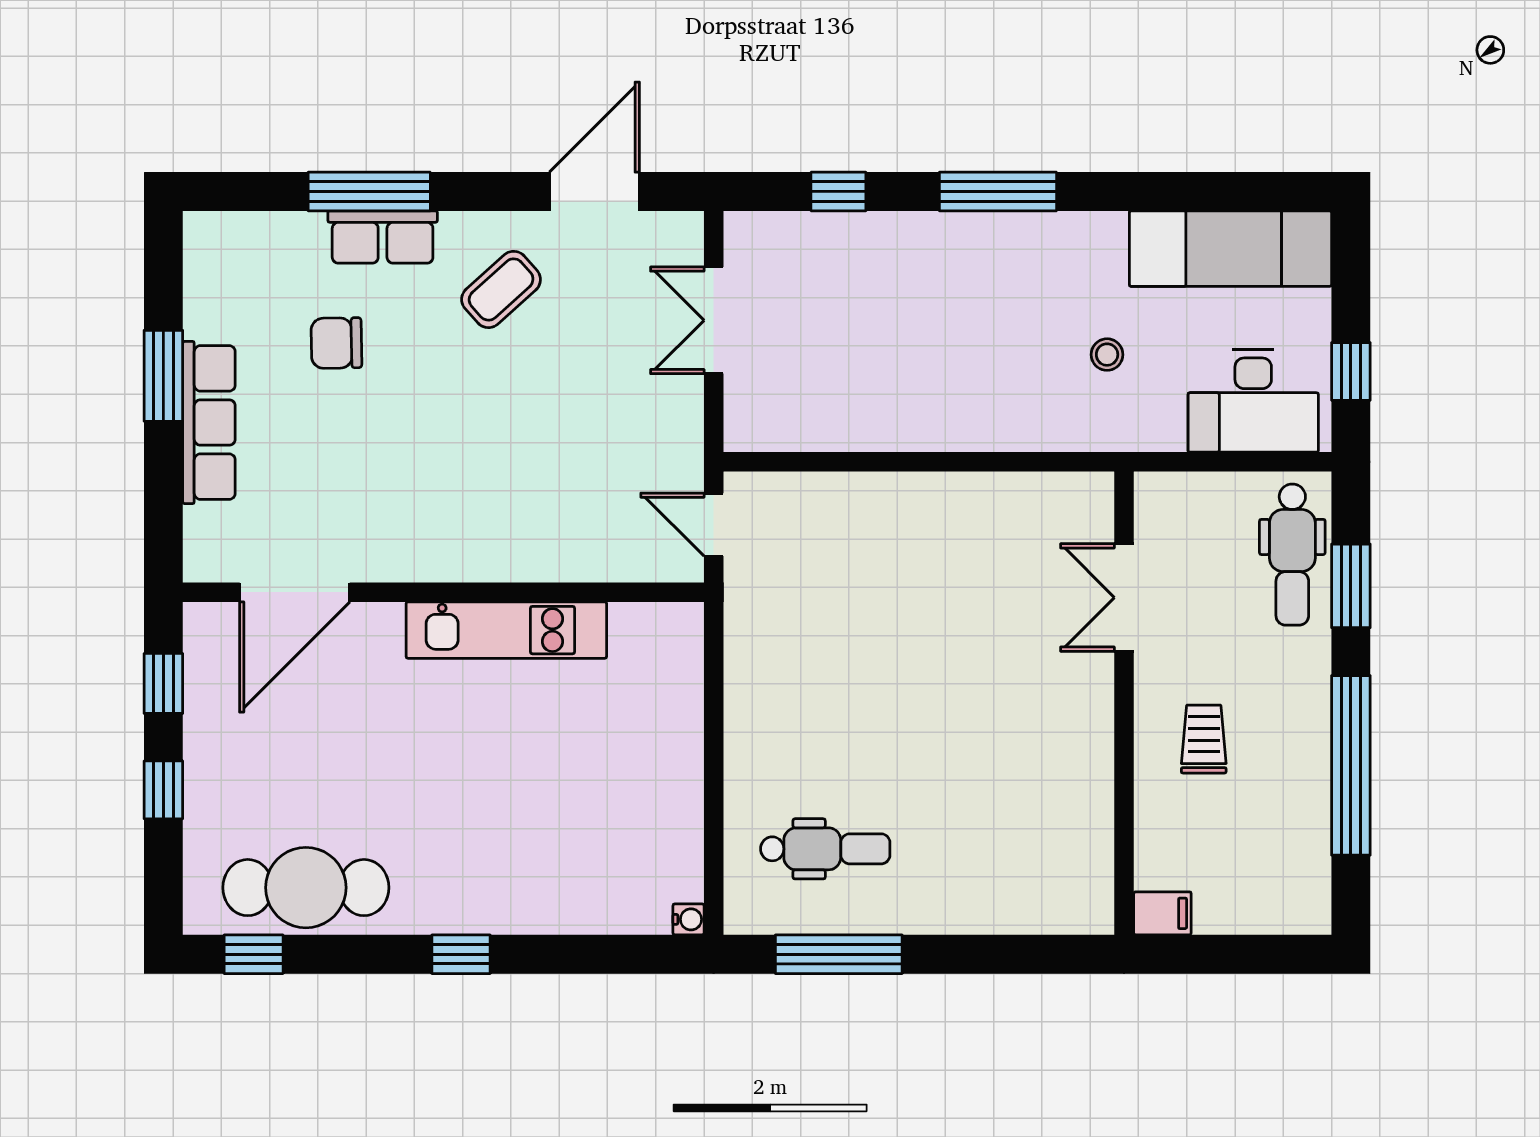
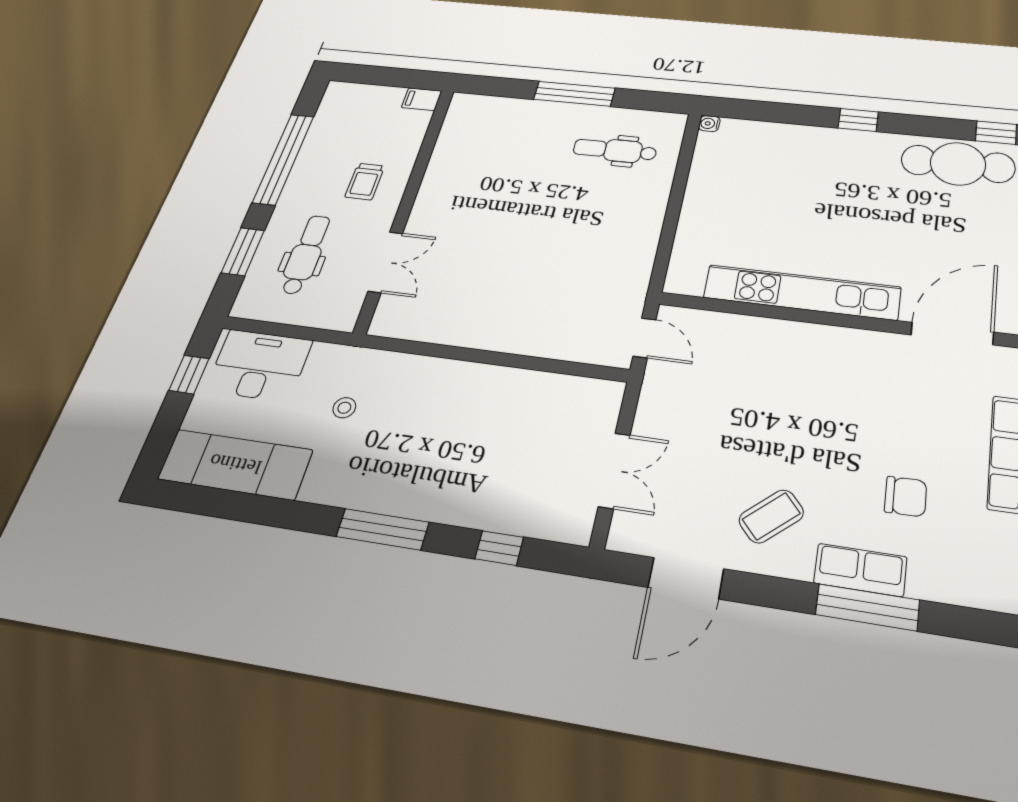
dental chair: (1292, 555) -> (306, 254), moved
kitchen unit: (506, 630) -> (802, 292), width x1.36
window: (839, 954) -> (574, 94), moved

